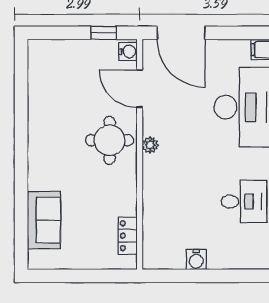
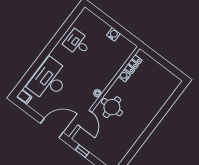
door: (181, 33) -> (52, 128), hinge flipped
water cooler: (128, 51) -> (124, 76), moved
sofa: (44, 220) -> (161, 95), removed

